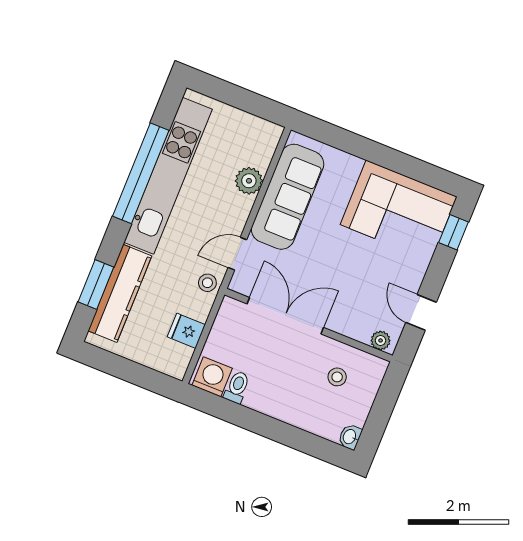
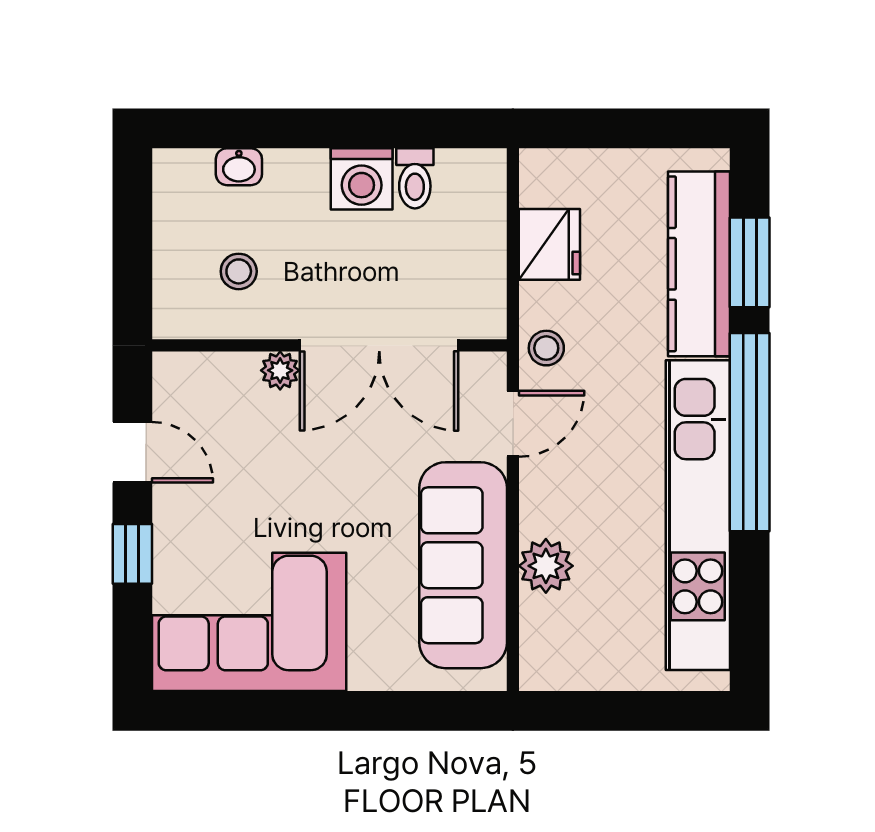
window: (141, 173) -> (750, 432), moved
window: (454, 232) -> (132, 554), moved
fridge: (186, 331) -> (549, 244), width x1.38
plant: (381, 340) -> (280, 370), moved
washing machine: (212, 377) -> (362, 179), moved
washbasin: (350, 437) -> (239, 167), moved, turned 90

